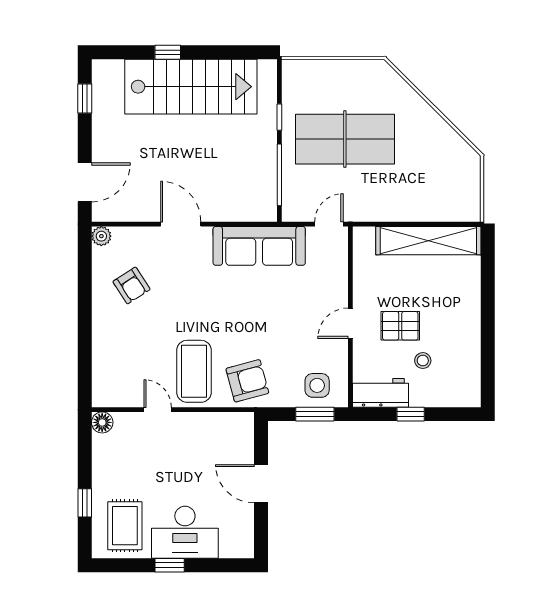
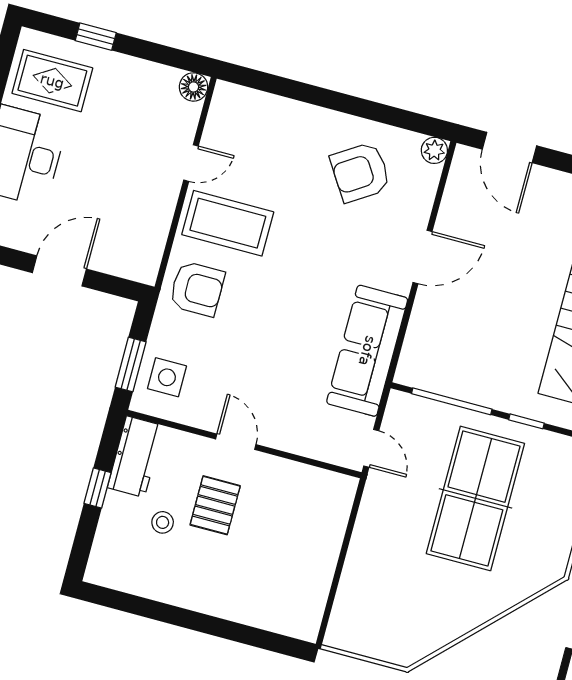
shelving: (428, 241) -> (315, 571), removed
armchair: (131, 285) -> (360, 172), width x1.38, depth x1.38
armchair: (247, 381) -> (197, 289), turned -75

